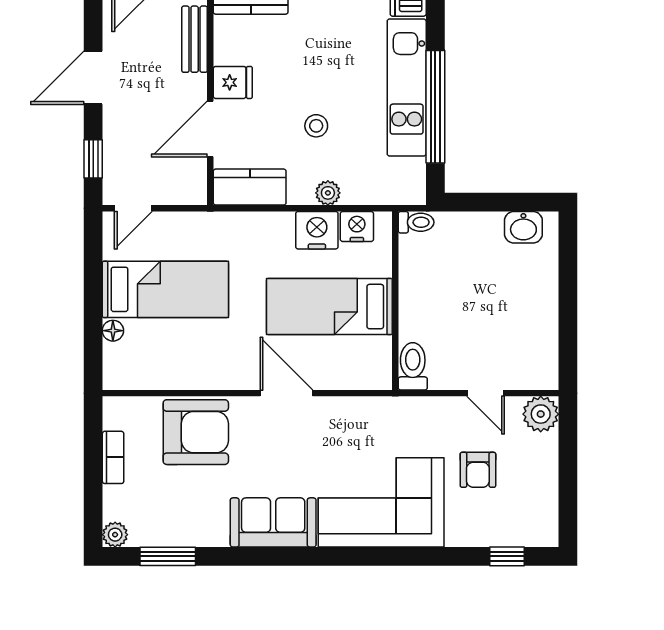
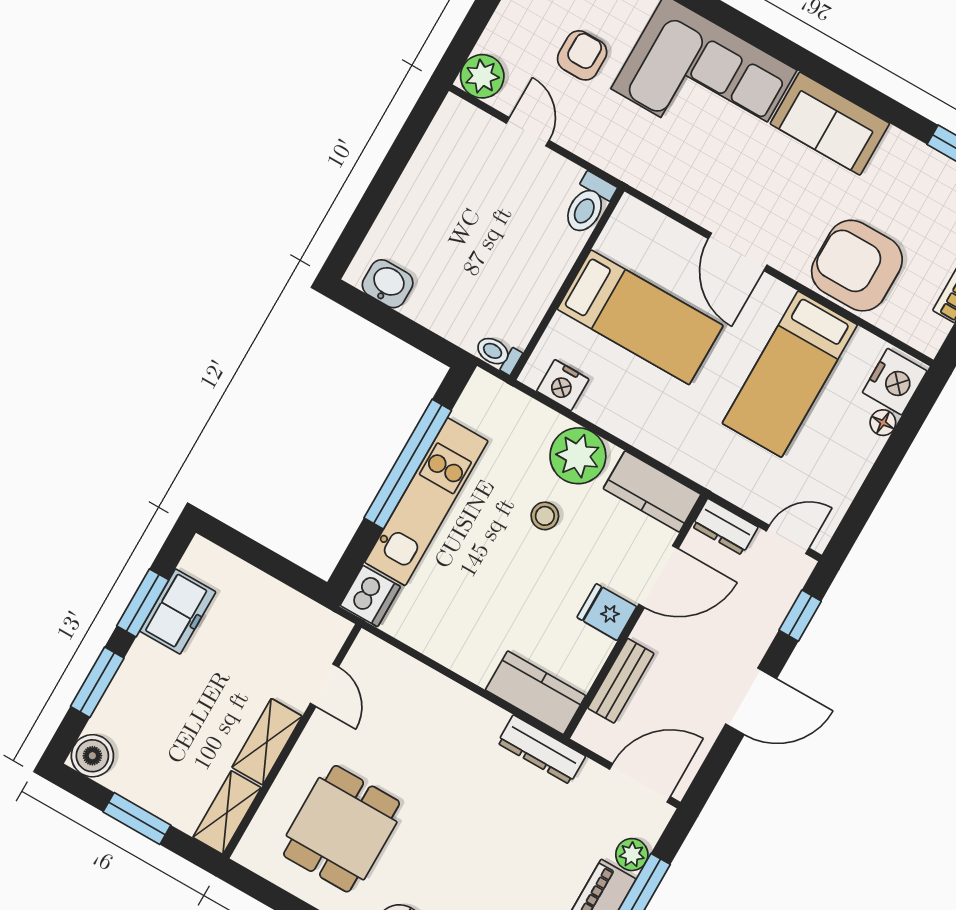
dresser: (183, 192) -> (725, 527), added
plant: (328, 193) -> (578, 456), width x1.87, depth x1.87
nightstand: (317, 230) -> (895, 382), moved, turned -90
bed: (165, 289) -> (790, 374), moved, turned -90

